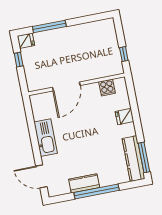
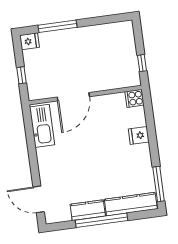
window: (19, 60) -> (22, 75), moved
cooker: (107, 88) -> (135, 98), moved, turned 90
kitchen sink: (46, 138) -> (42, 126), moved
kitchen counter: (134, 159) -> (131, 204), moved, turned 90

